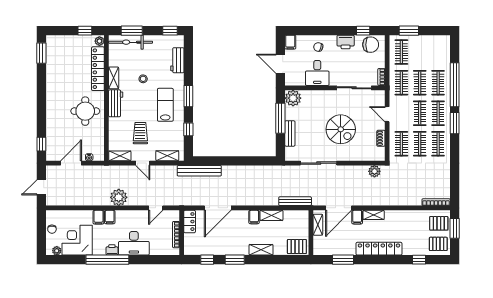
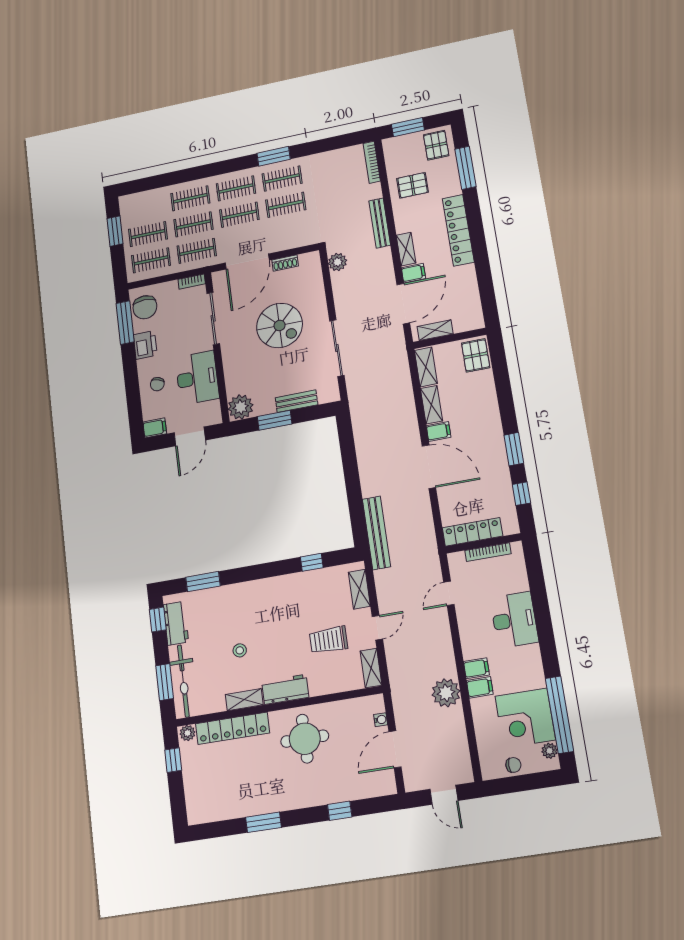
window: (363, 31) -> (125, 323), width x2.17
window: (409, 31) -> (115, 231), moved
chair: (371, 45) -> (145, 307), turned 180
window: (41, 53) -> (263, 822), moved
workbench: (177, 60) -> (176, 623), moved, turned -90
desk: (317, 73) -> (197, 378), width x1.37
window: (455, 85) -> (190, 174), removed
window: (188, 96) -> (203, 582), moved
lab bench: (165, 105) -> (277, 607), removed
door: (387, 114) -> (247, 262), width x1.87
window: (280, 118) -> (275, 420), width x0.69
window: (455, 123) -> (274, 156), moved
spiral stairs: (341, 129) -> (280, 325), turned 90
window: (41, 144) -> (340, 811), moved
clothes rail: (401, 144) -> (148, 234), moved
door: (71, 163) -> (395, 749), hinge flipped
plant: (119, 197) -> (446, 693), moved
bench: (295, 201) -> (380, 223), moved
door: (156, 208) -> (449, 593), swing flipped
door: (218, 208) -> (429, 467), moved
door: (339, 208) -> (403, 304), hinge flipped
locker: (190, 222) -> (472, 532), width x1.53
pallet: (439, 223) -> (412, 185), moved, turned 90
printer: (112, 250) -> (532, 655), removed
shelving: (261, 250) -> (426, 367), moved
window: (107, 260) -> (559, 715), moved
window: (343, 260) -> (485, 281), removed
window: (419, 260) -> (466, 168), width x2.17

